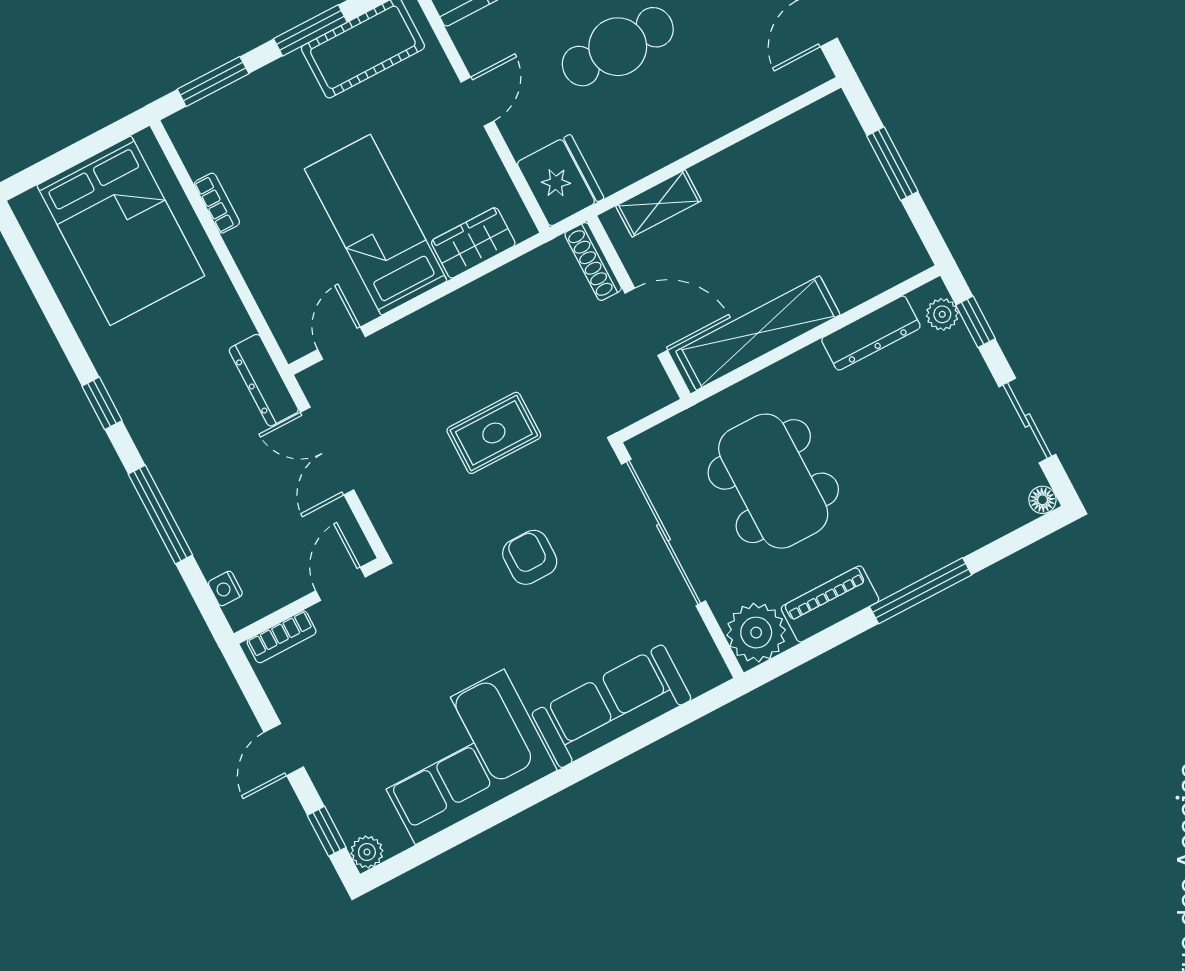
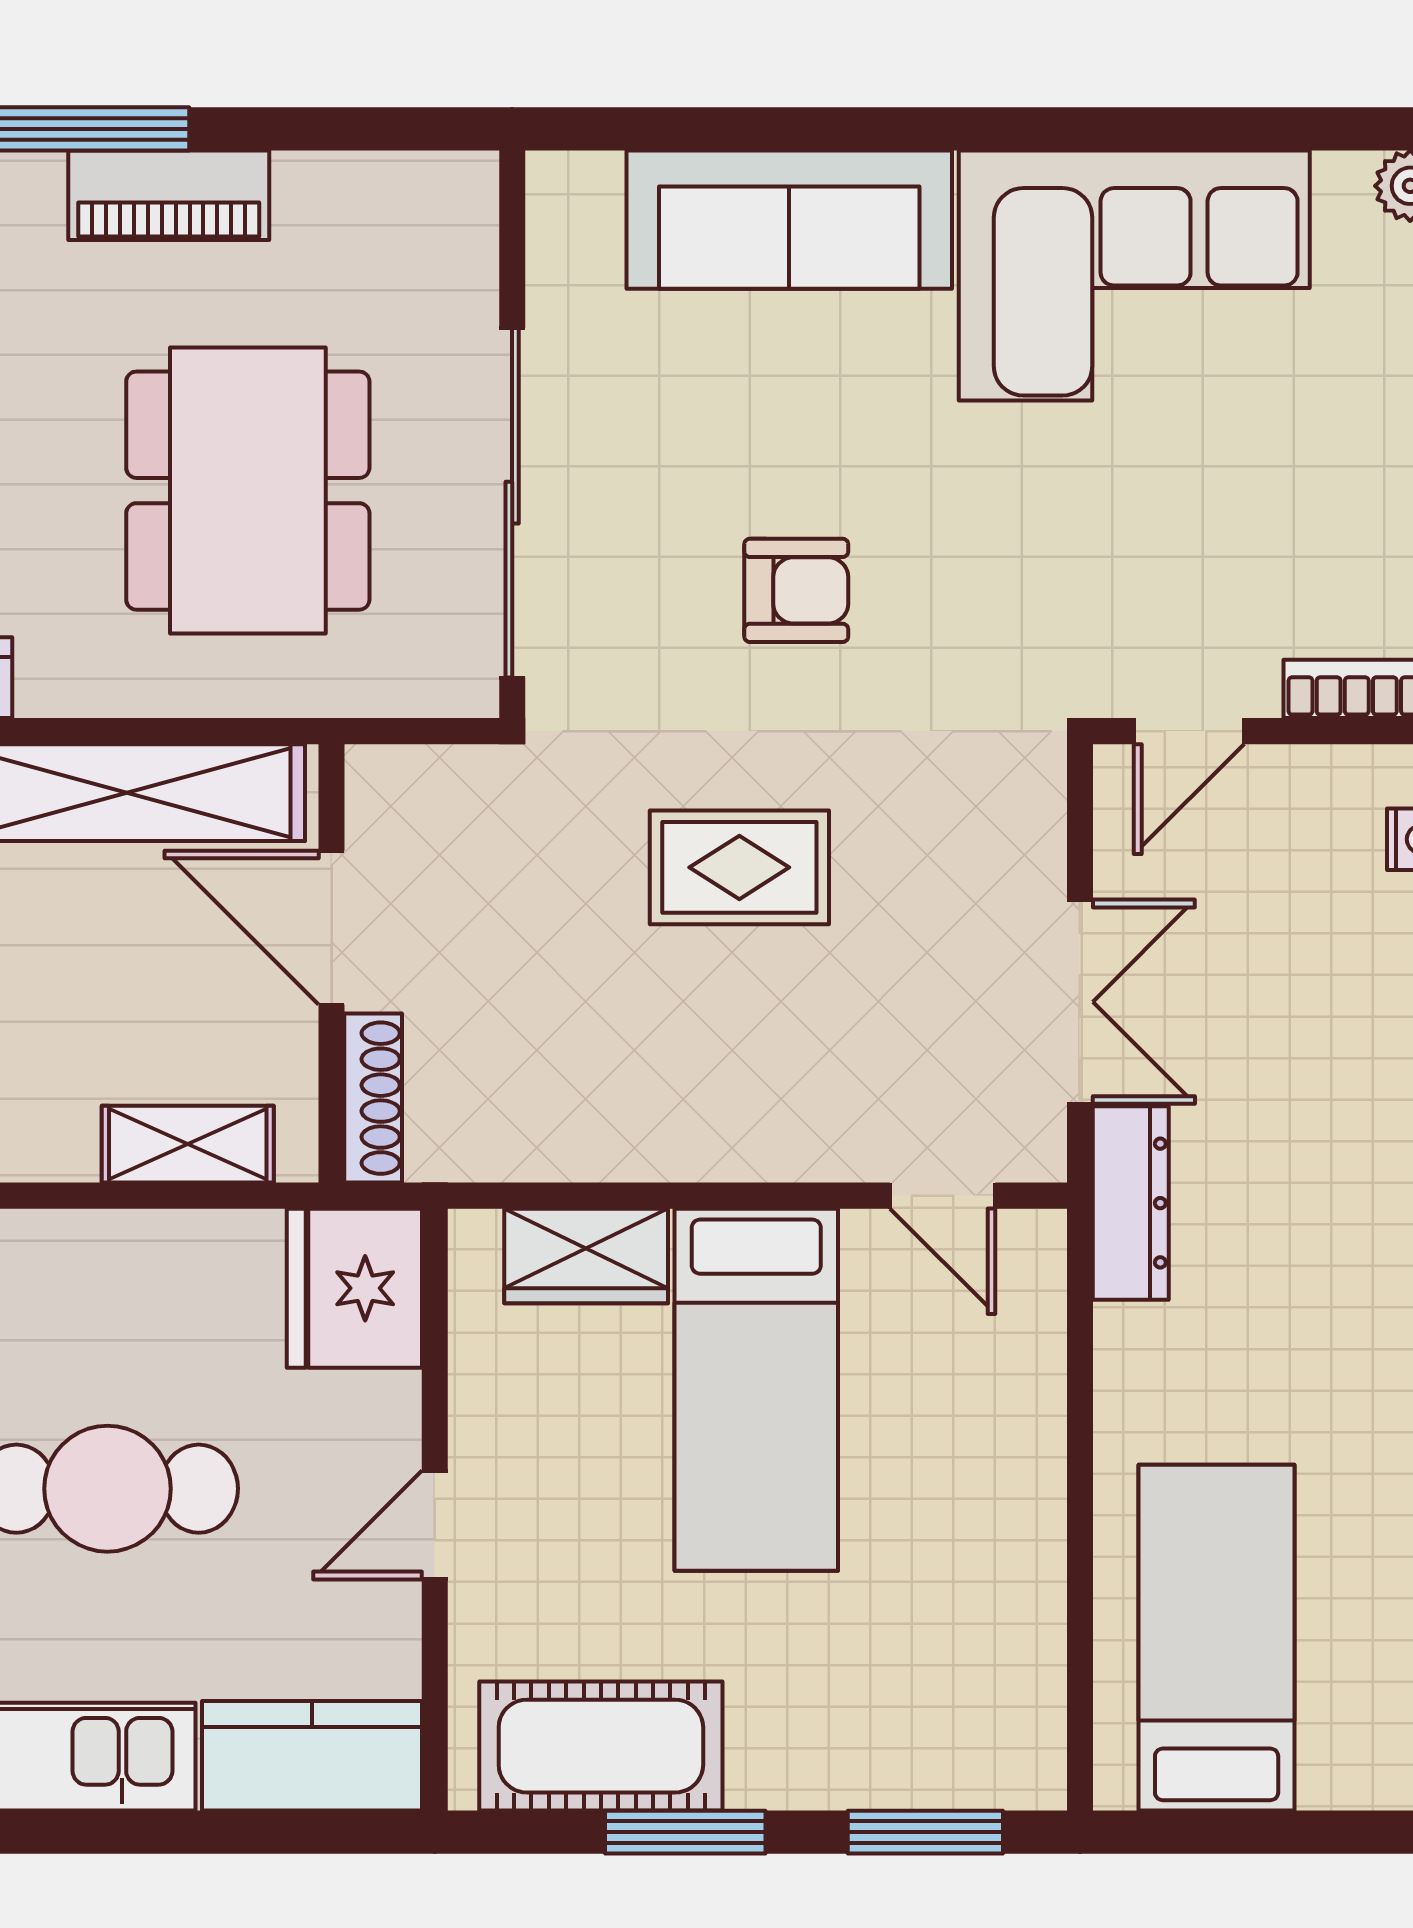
bookcase: (217, 203) -> (1041, 1593), removed
bed: (121, 231) -> (1217, 1638), width x0.67
door: (342, 343) -> (943, 1196), hinge flipped
armchair: (530, 557) -> (796, 590), turned -90
piano: (830, 604) -> (169, 195), moved
plant: (756, 633) -> (435, 215), removed

